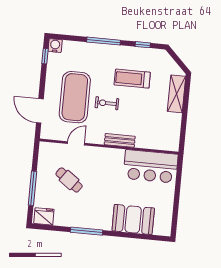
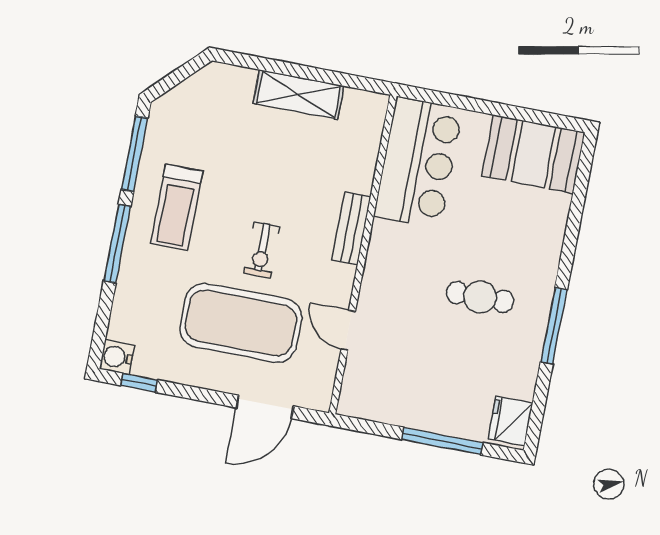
window: (143, 45) -> (135, 154), width x2.17
treadmill: (132, 79) -> (177, 207), moved
shelving: (176, 94) -> (298, 95), moved
cafe table: (69, 180) -> (480, 297), moved, turned 54
booth: (133, 219) -> (533, 154), moved, turned 90

